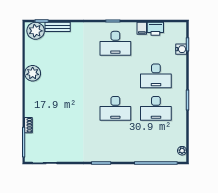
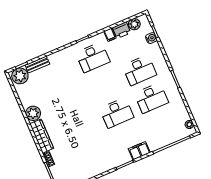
plant: (170, 28) -> (134, 24), added
wardrobe: (31, 99) -> (42, 136), added
filing cabinet: (122, 155) -> (139, 151), added

